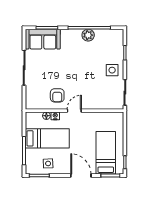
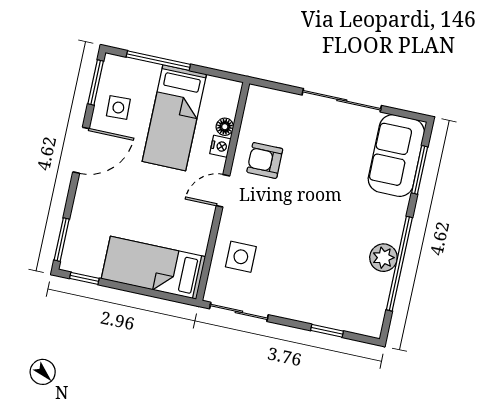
side table: (112, 70) -> (241, 257), moved
door: (74, 111) -> (223, 191), swing flipped
bed: (106, 153) -> (153, 268), moved, turned 180
door: (81, 176) -> (81, 150), moved

